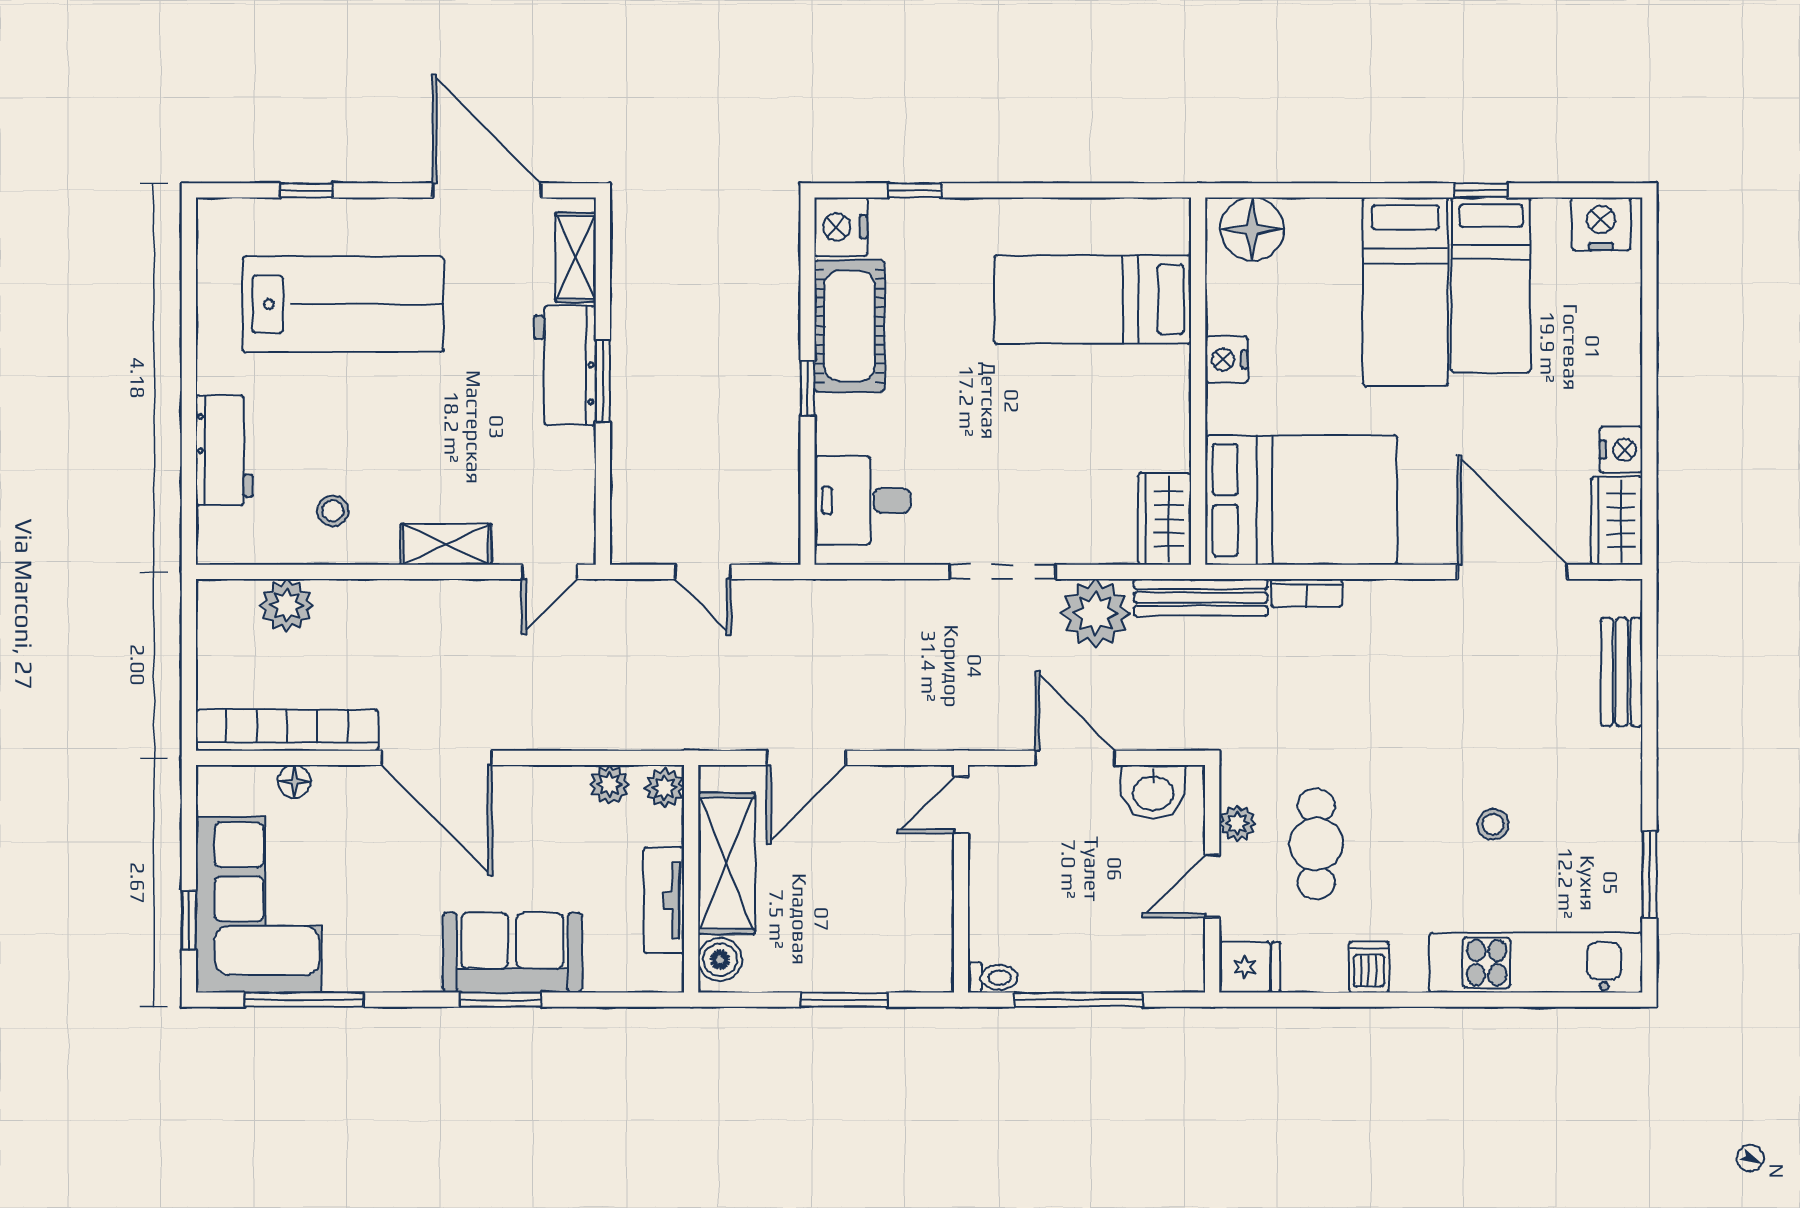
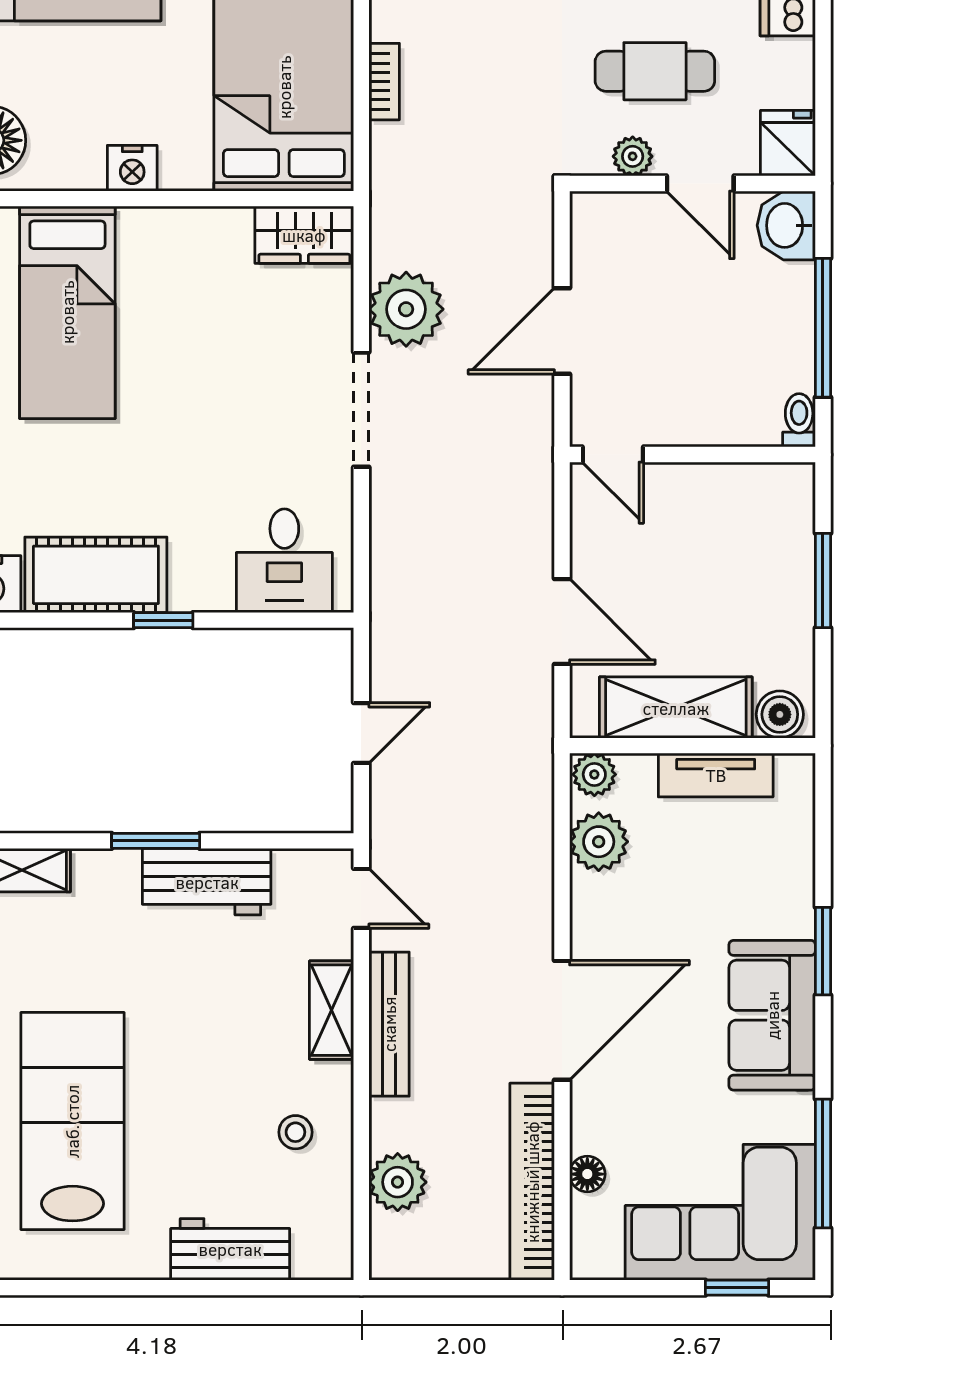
workbench: (565, 365) -> (207, 882), moved
bench: (1201, 597) -> (389, 1024), moved
plant: (609, 784) -> (599, 842), width x1.38, depth x1.38
washbasin: (1153, 792) -> (786, 225), moved, turned 180
sofa: (512, 953) -> (772, 1015), moved

